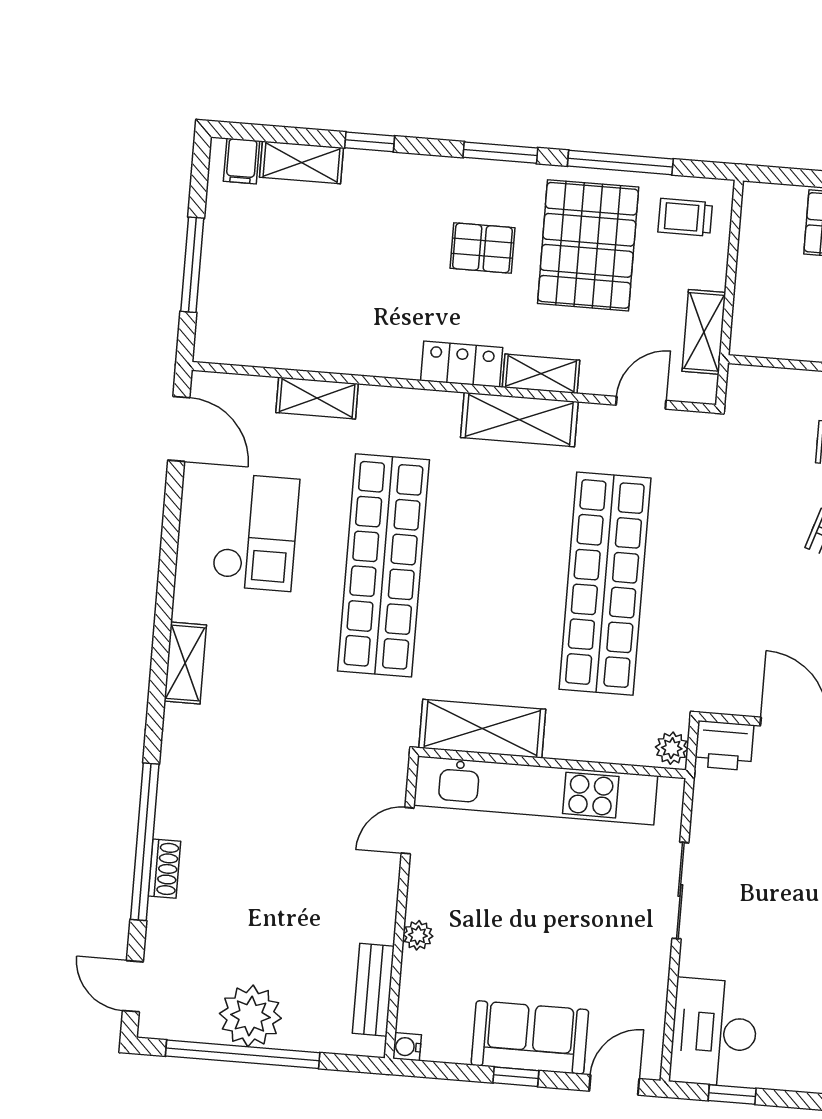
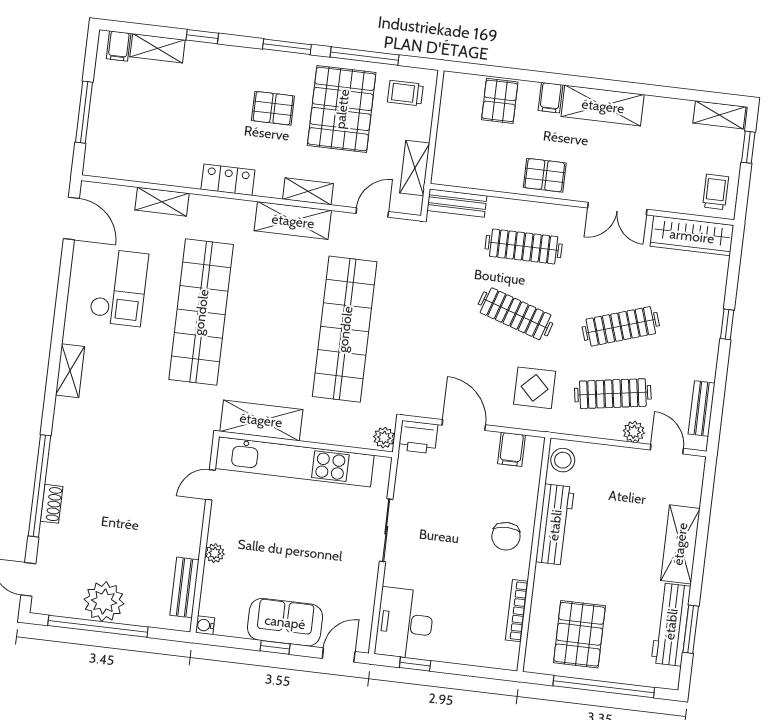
locker: (462, 364) -> (228, 180), moved
bench: (770, 383) -> (457, 203), added

